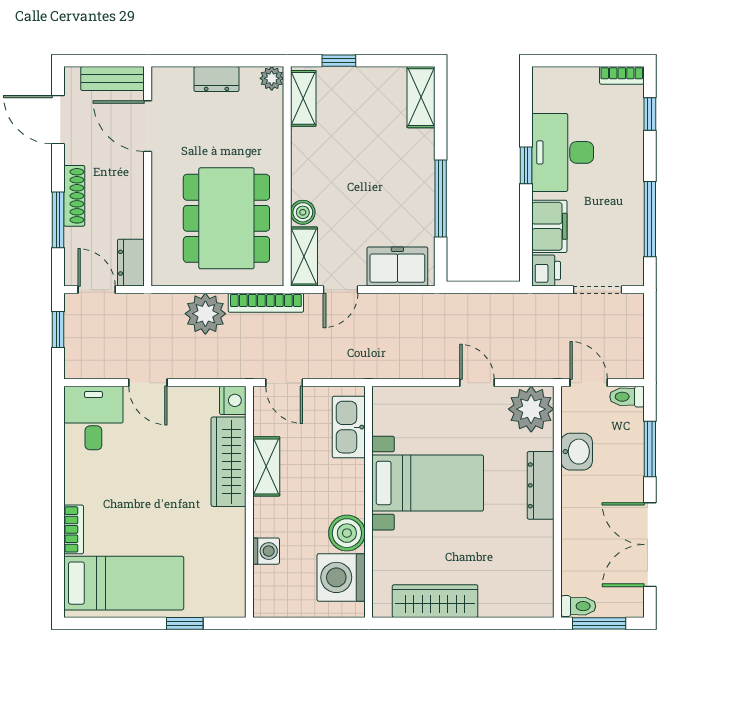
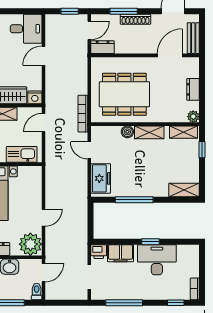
shelving: (304, 256) -> (149, 132), moved
plant: (205, 314) -> (77, 84), removed

